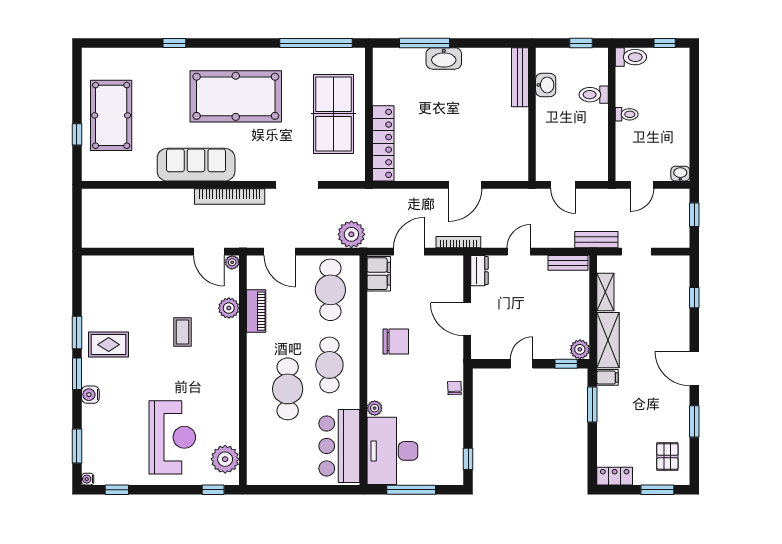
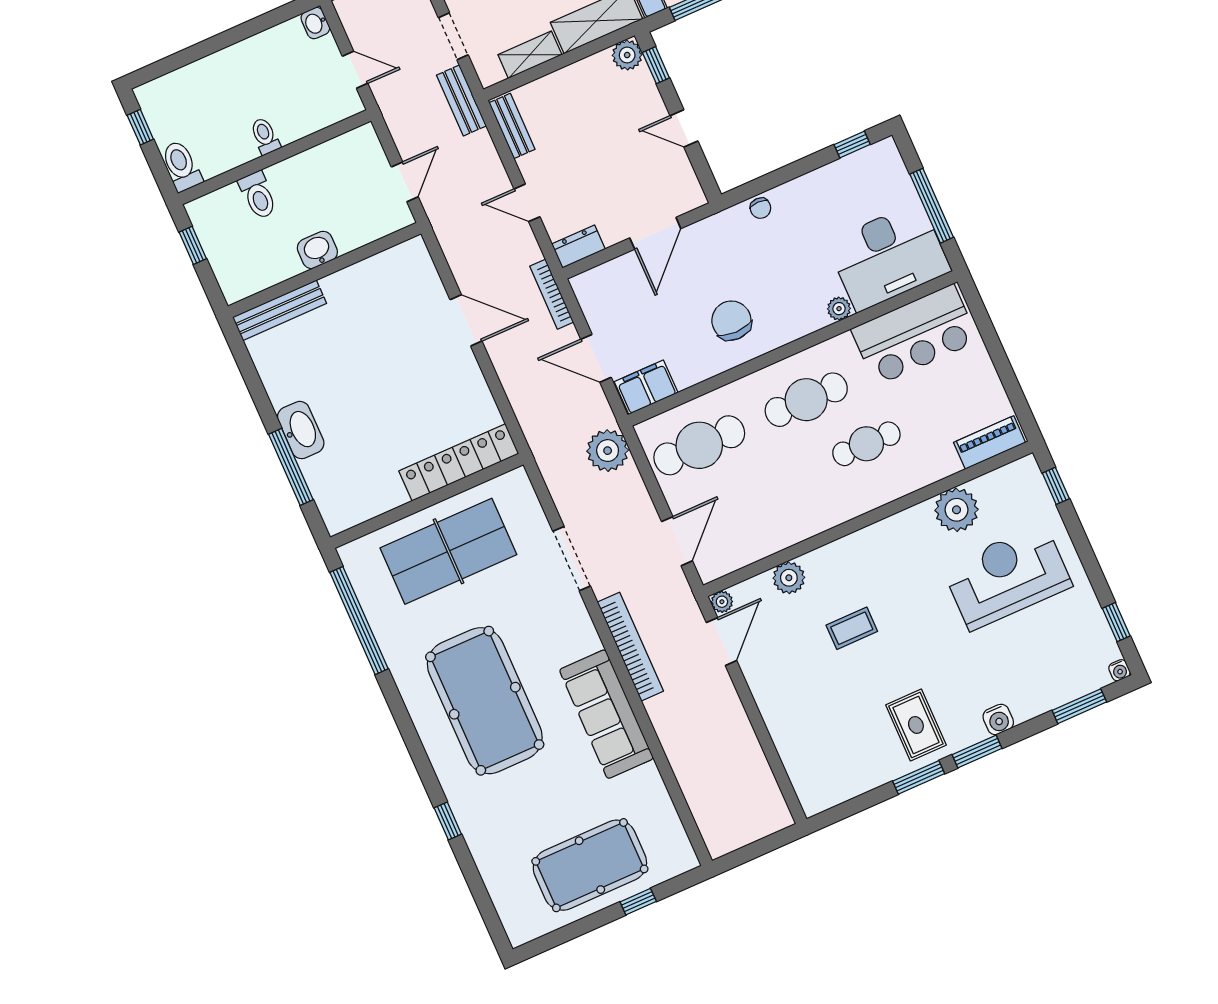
washbasin: (546, 85) -> (317, 250), moved
piano: (256, 311) -> (990, 443), moved
chair: (454, 388) -> (760, 208), turned -88
cafe table: (288, 389) -> (866, 444), width x0.73, depth x0.74
plant: (225, 459) -> (957, 510), moved

